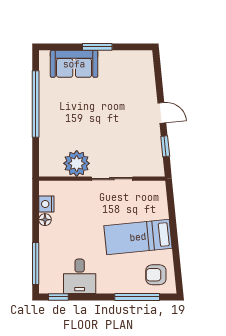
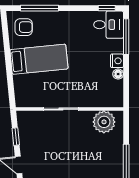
plant: (77, 163) -> (104, 122), moved
nightstand: (46, 204) -> (117, 61), moved
desk: (80, 276) -> (109, 25), moved, turned 90

